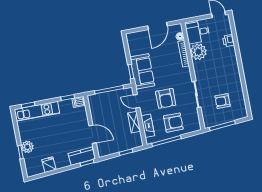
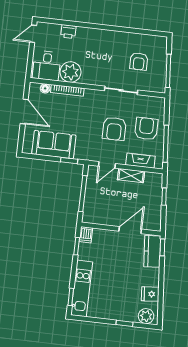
sofa: (142, 71) -> (54, 145), moved
armchair: (166, 98) -> (114, 129), turned 90
plant: (27, 147) -> (146, 316), moved

